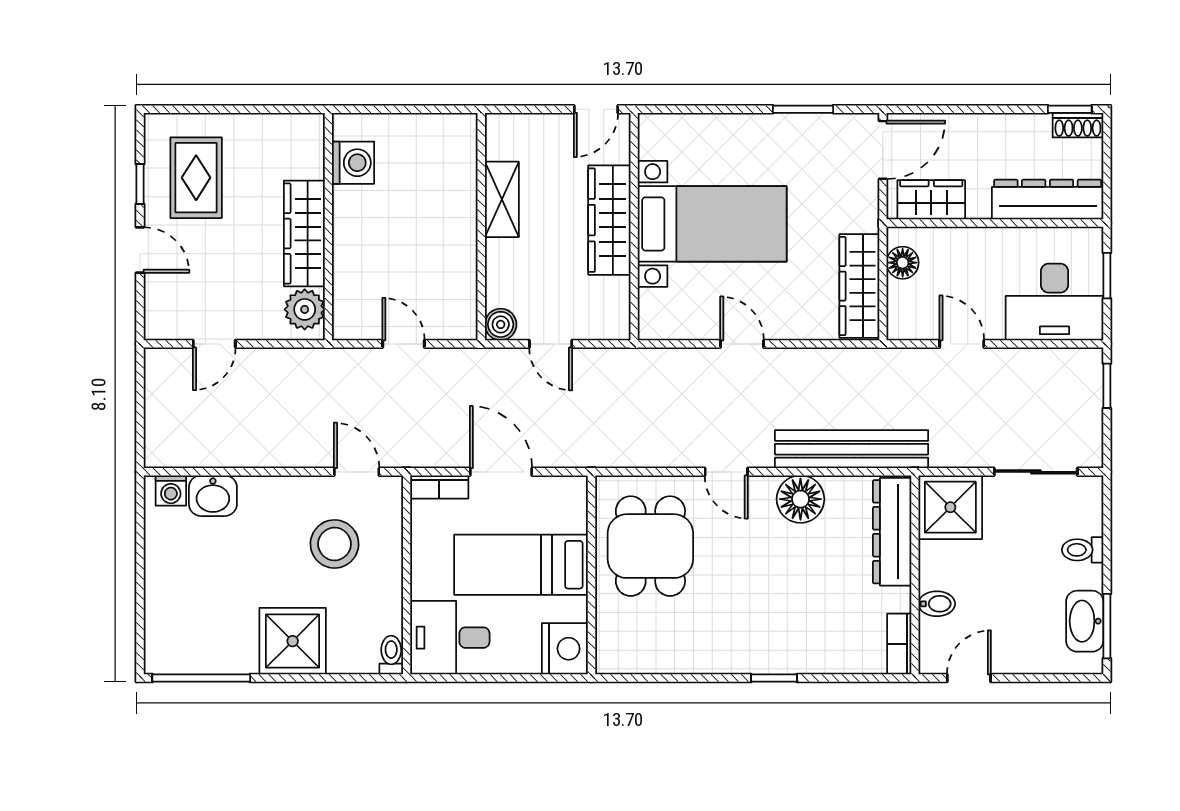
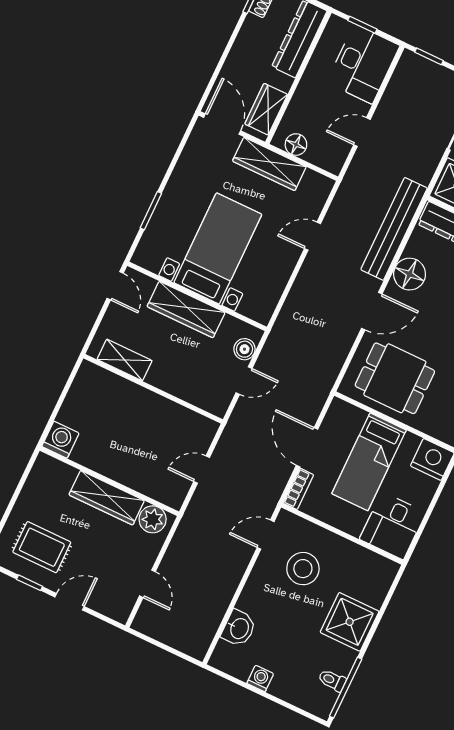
window: (803, 109) -> (151, 211), moved
washing machine: (353, 163) -> (60, 440), moved
shelving: (502, 199) -> (125, 360), moved
wardrobe: (859, 286) -> (269, 164), moved
boiler: (501, 324) -> (244, 349), moved
door: (742, 344) -> (313, 236), moved
door: (501, 472) -> (307, 447), hinge flipped
door: (726, 472) -> (372, 311), width x1.38
washing machine: (171, 491) -> (260, 678), moved, turned -90
toilet: (391, 655) -> (332, 680), moved

